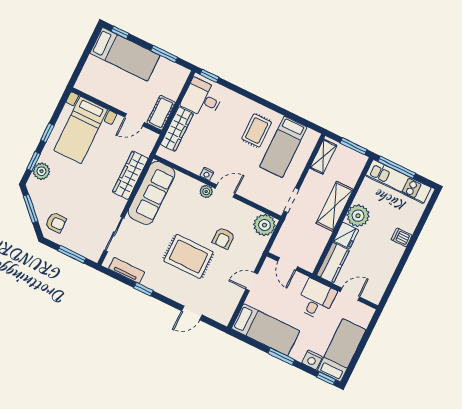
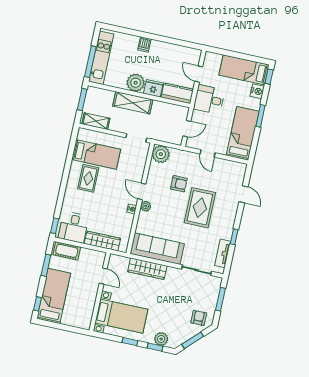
cot: (161, 113) -> (67, 251), moved
rug: (257, 130) -> (88, 178), turned 90

